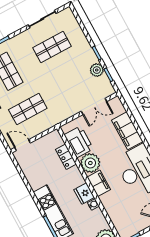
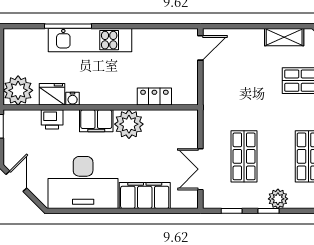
plant: (97, 70) -> (278, 199), moved
shop shelf: (28, 109) -> (244, 156), moved
printer: (79, 142) -> (52, 119), moved, width x0.53, depth x0.68
fridge: (84, 194) -> (52, 94), moved

